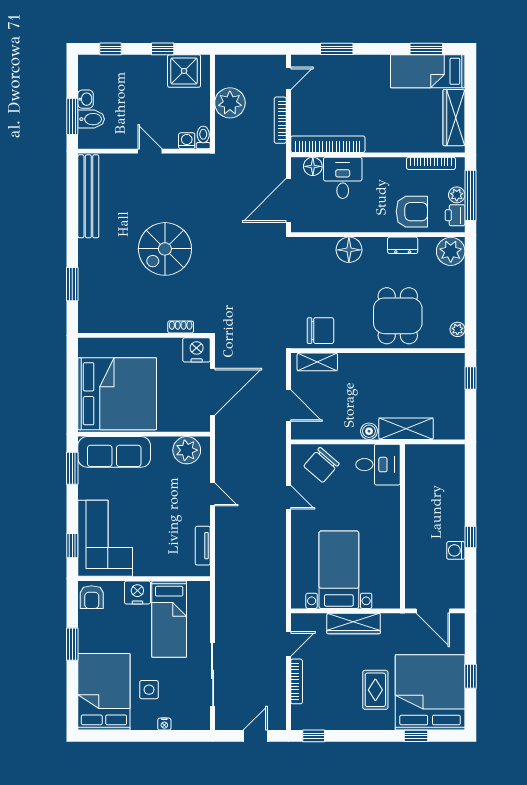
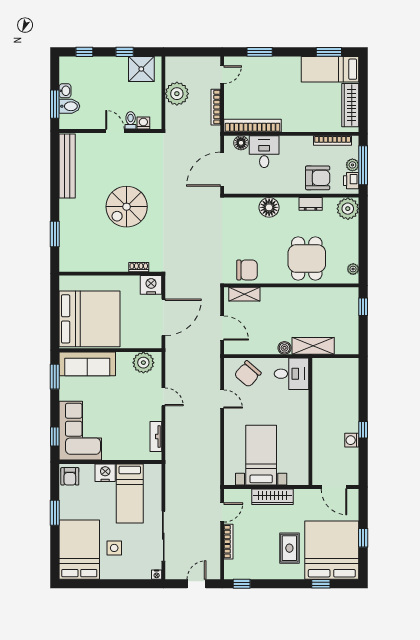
toilet: (203, 137) -> (131, 120), moved
nightstand: (164, 724) -> (157, 575), moved

